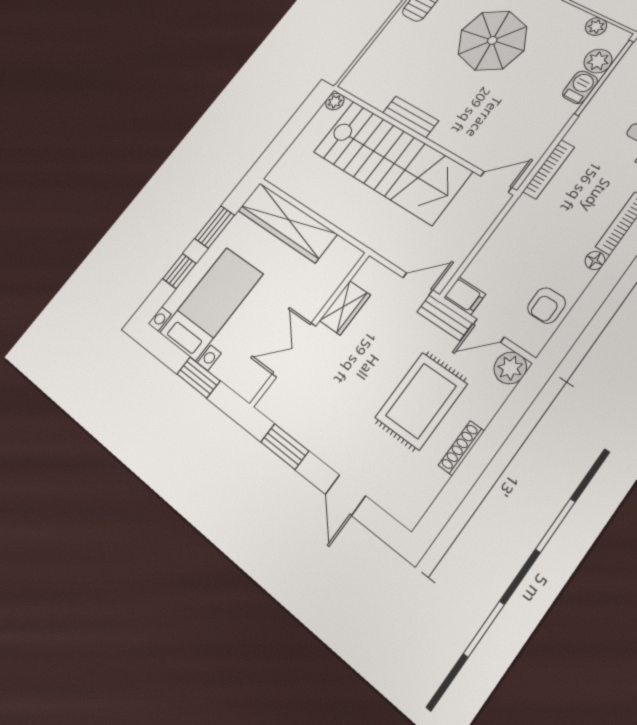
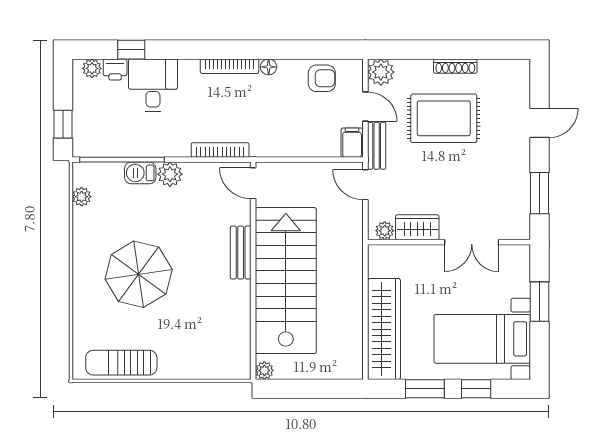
plant: (598, 61) -> (170, 174), moved
bench: (411, 117) -> (241, 252), moved
plant: (365, 276) -> (385, 231), added

